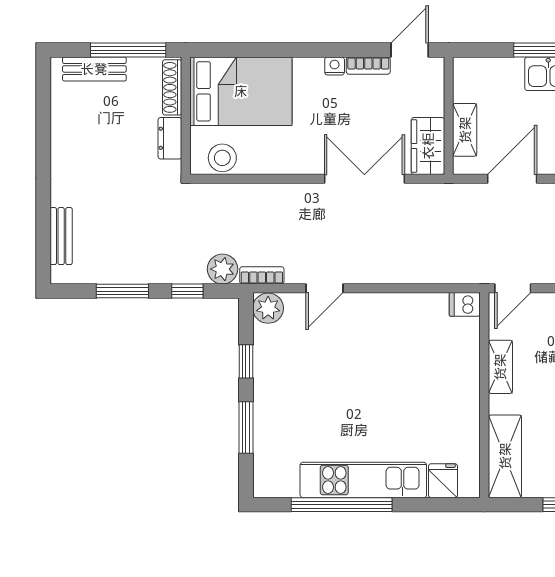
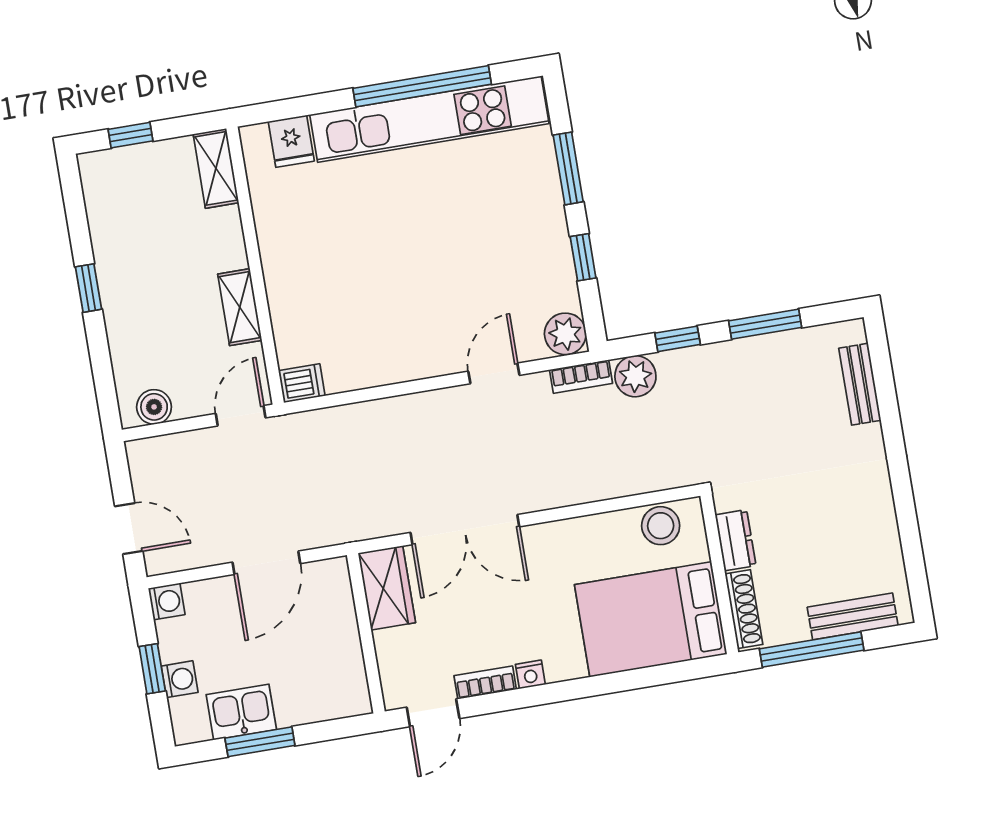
shelving: (465, 130) -> (341, 618), removed
shelving: (505, 456) -> (216, 168), width x0.67, depth x0.75
kitchen unit: (363, 480) -> (429, 119), width x1.36

